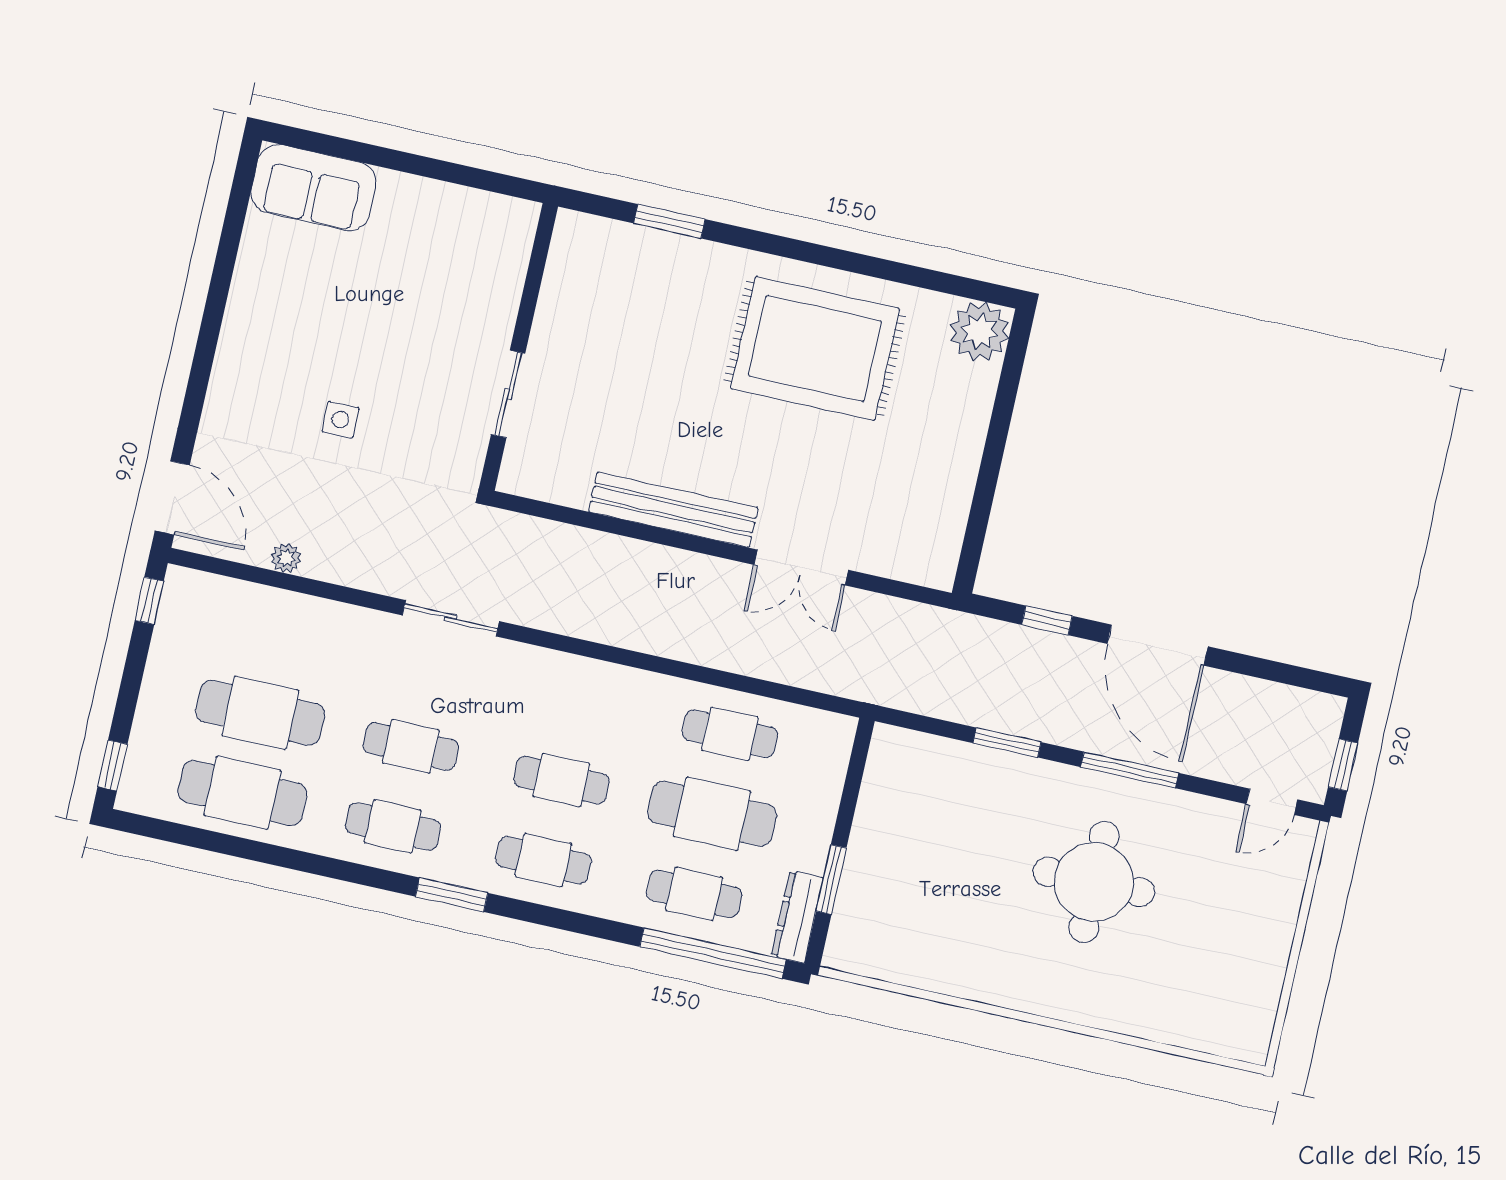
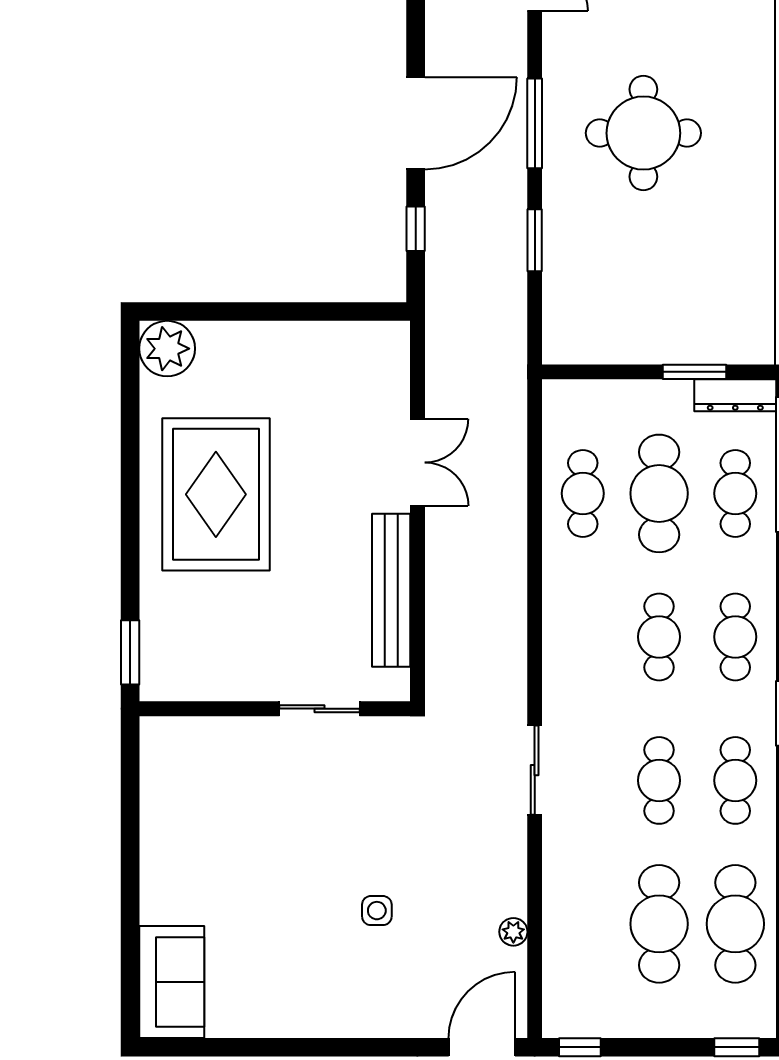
wall: (519, 347) -> (275, 709), moved
sliding door: (508, 394) -> (319, 709), moved

